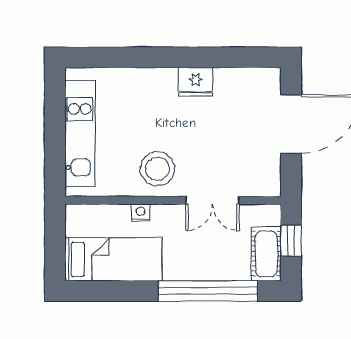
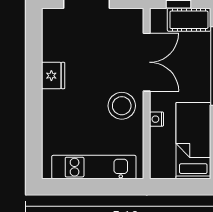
double door: (212, 200) -> (147, 62), width x1.37

